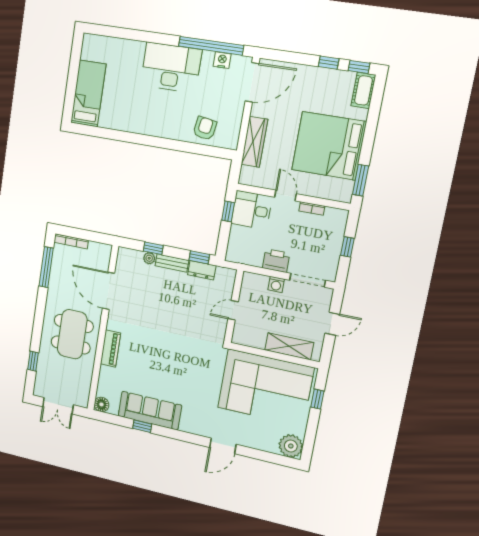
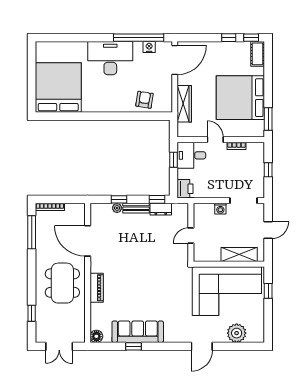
bed: (88, 93) -> (58, 87), width x2.04
printer: (276, 261) -> (185, 189), moved, turned 90
plant: (291, 446) -> (237, 333), moved

